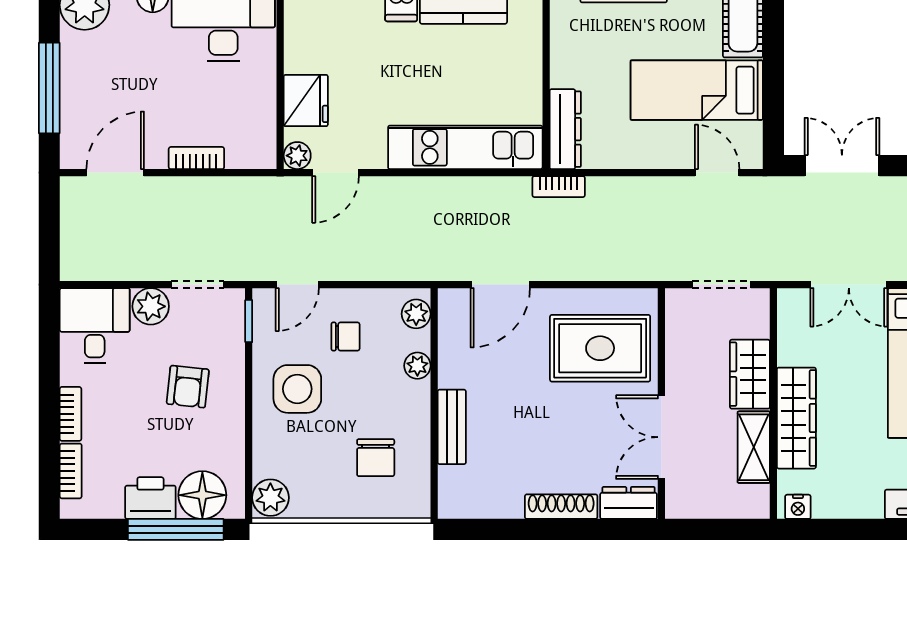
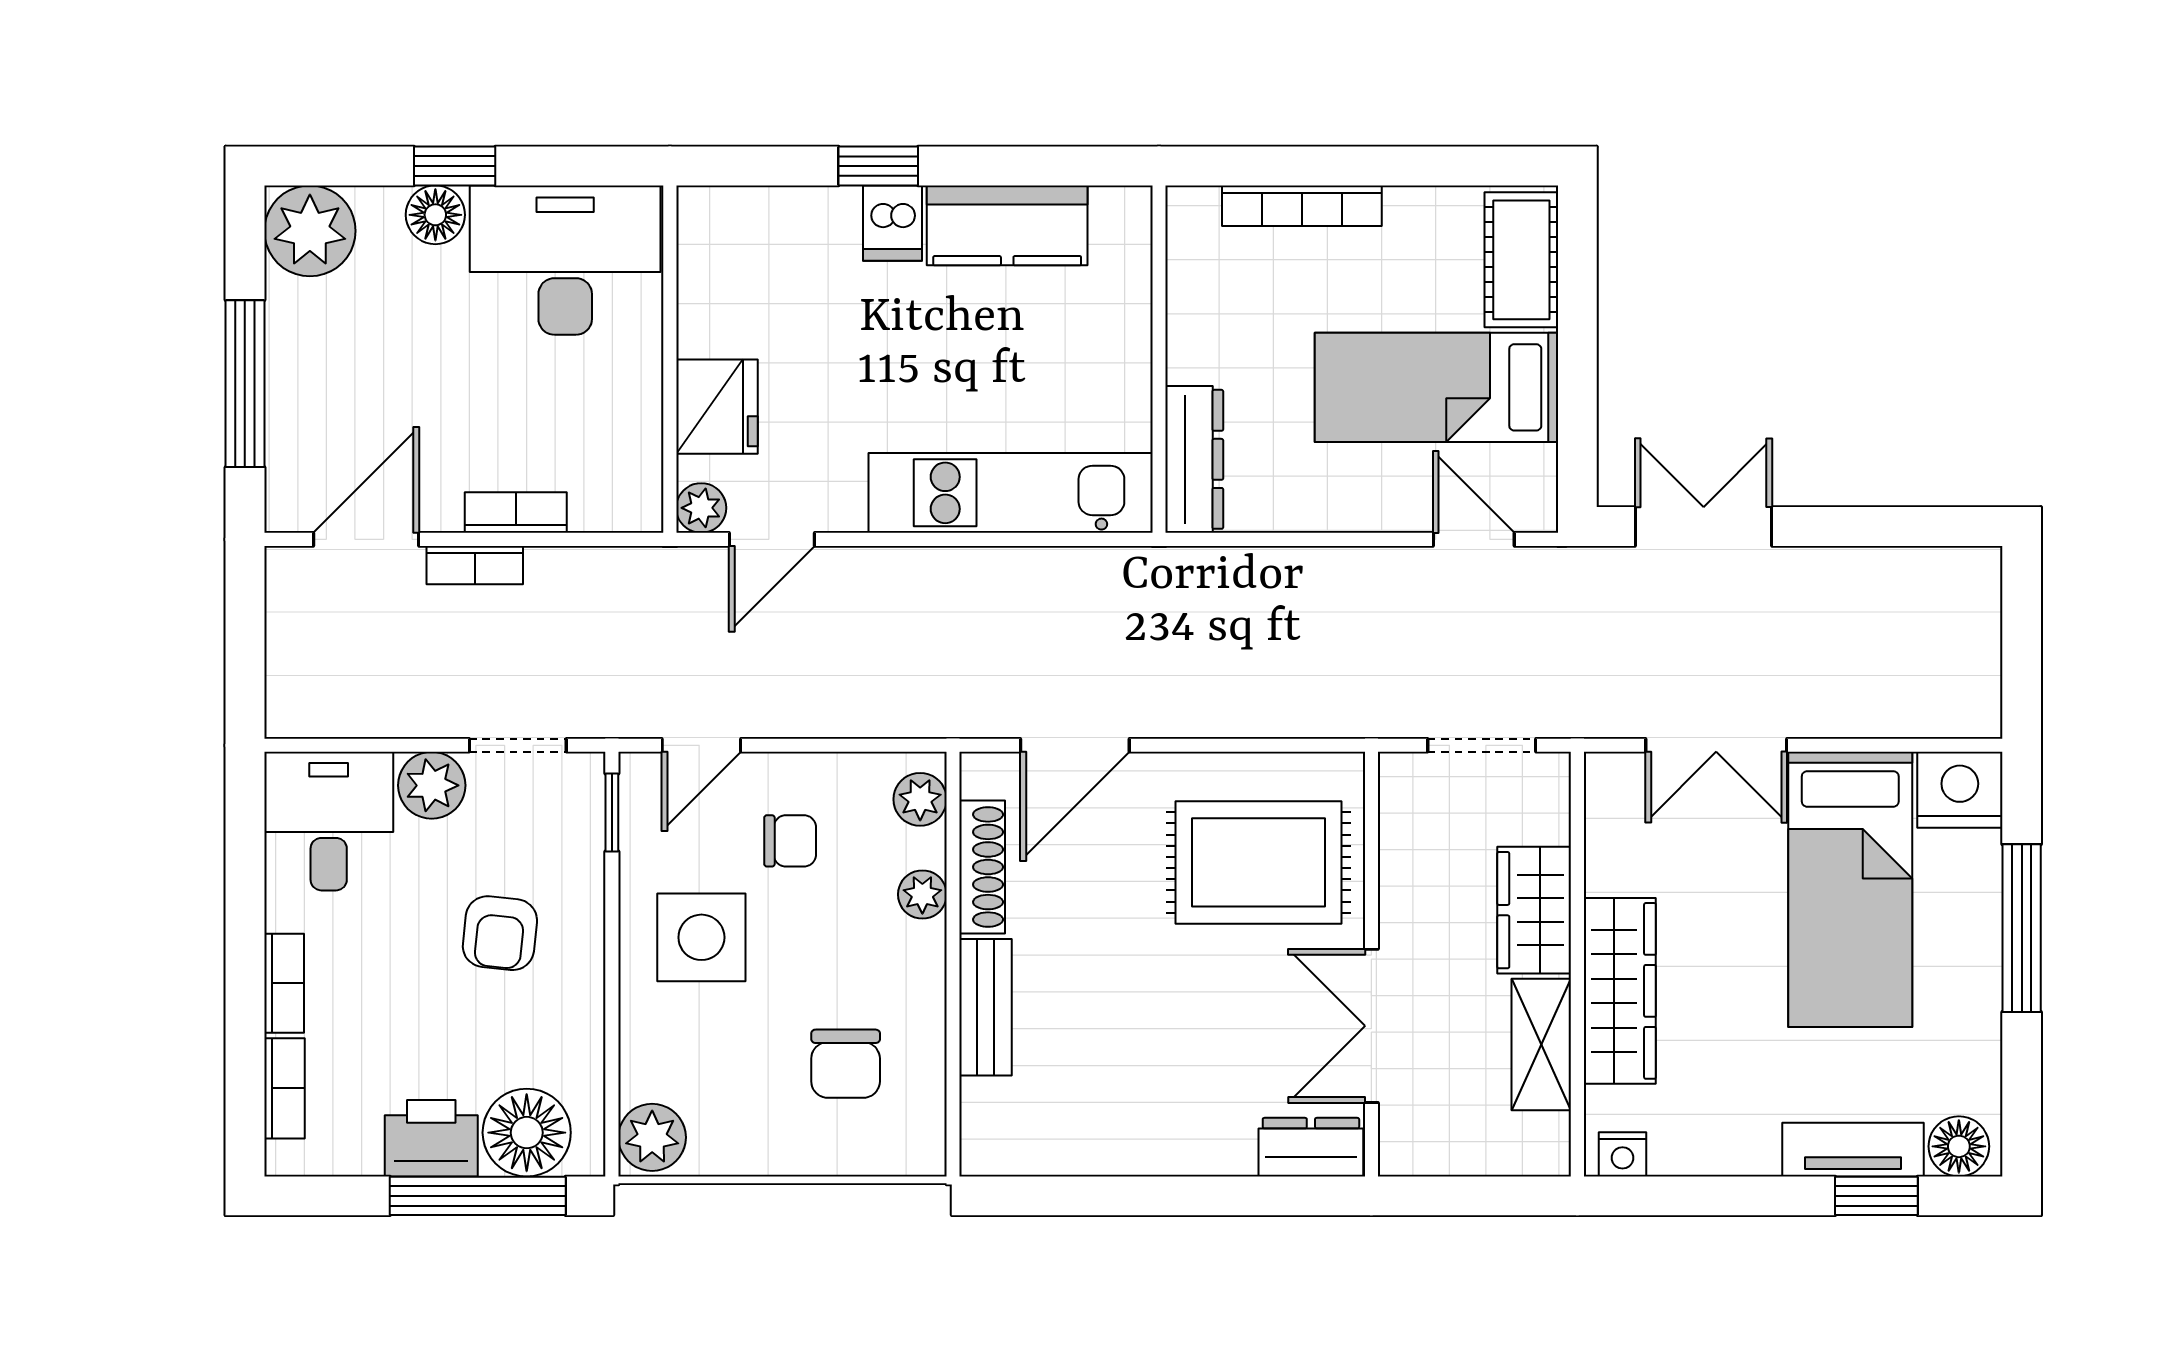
bookcase: (559, 187) -> (475, 565), moved
shoe rack: (561, 507) -> (982, 867), moved, turned 90

